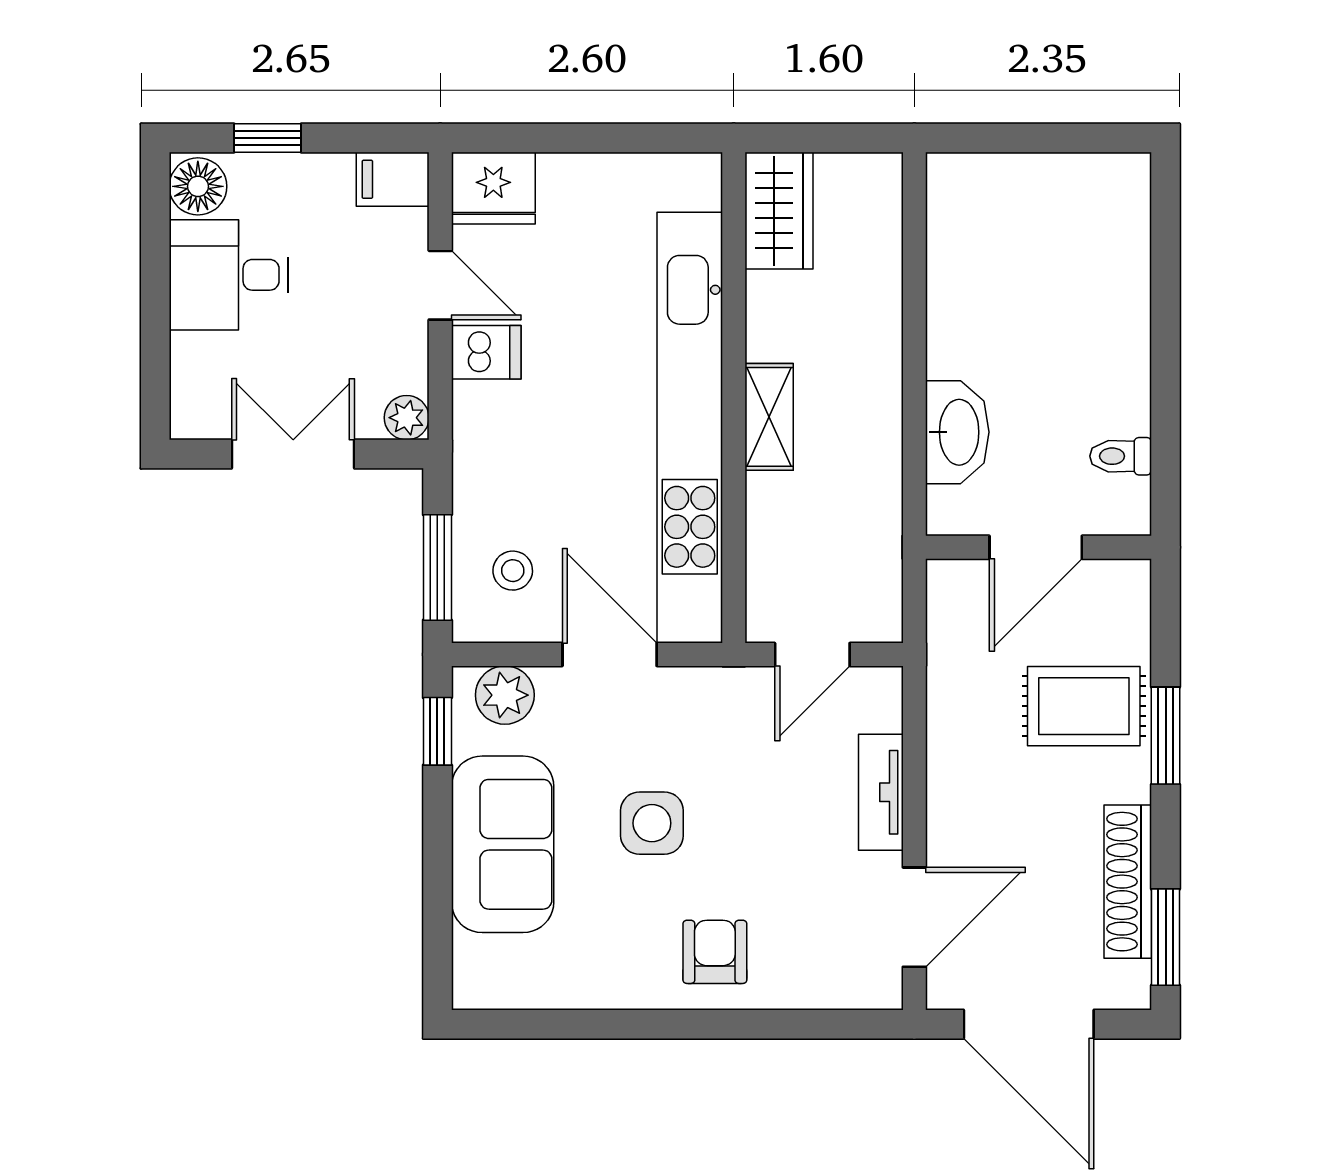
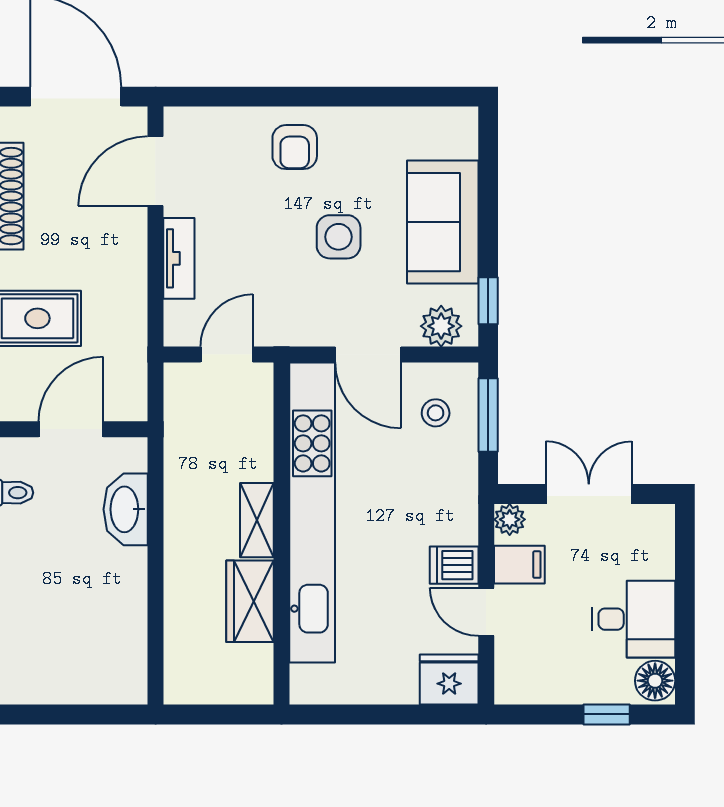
filing cabinet: (393, 179) -> (519, 565), moved
wardrobe: (779, 211) -> (250, 601), moved
double door: (293, 454) -> (589, 494), swing flipped

